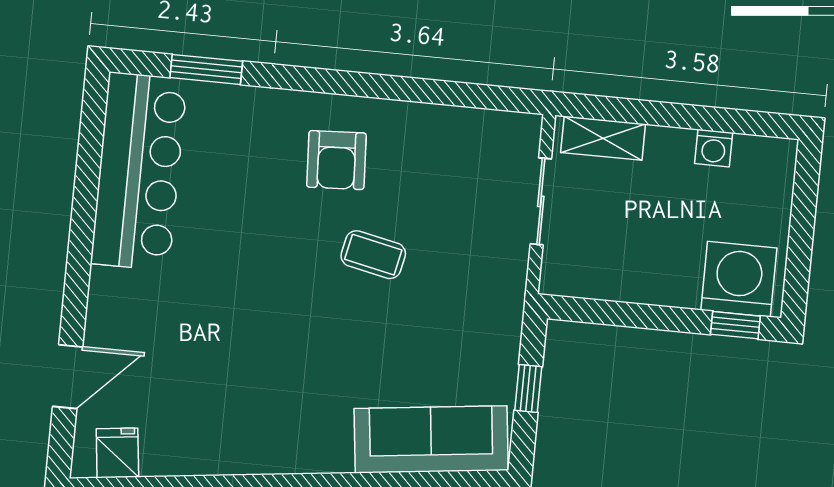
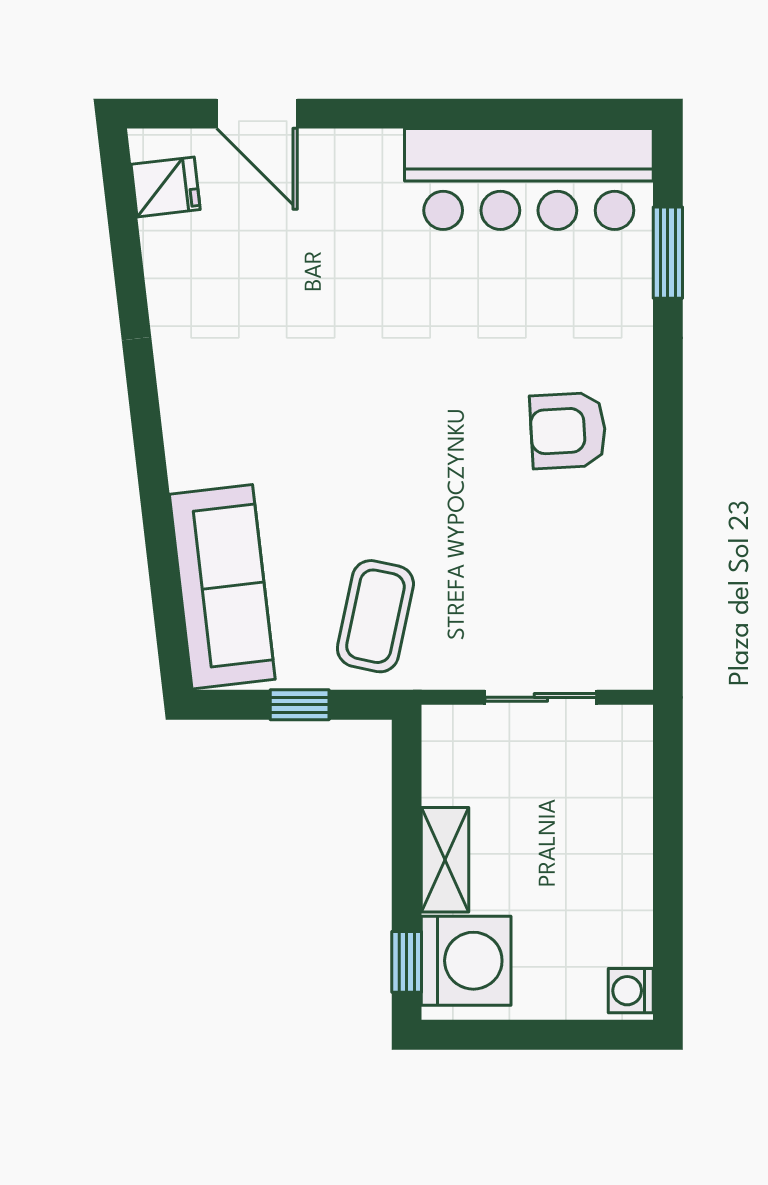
shelving: (603, 138) -> (445, 860), moved
washing machine: (714, 148) -> (631, 991), moved
coffee table: (373, 255) -> (375, 616), moved, width x1.36, depth x1.30

